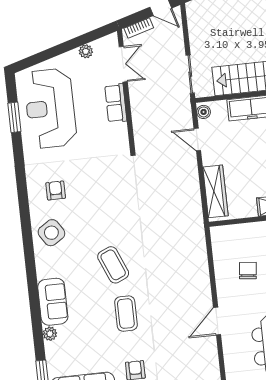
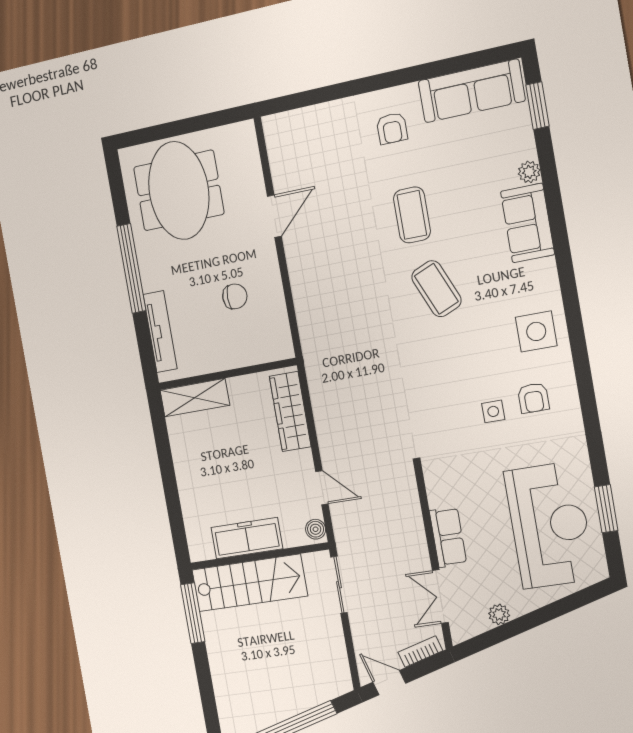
side table: (82, 183) -> (493, 411), added
side table: (51, 233) -> (536, 331), turned 33
chair: (248, 271) -> (235, 296), turned -96

